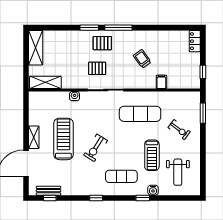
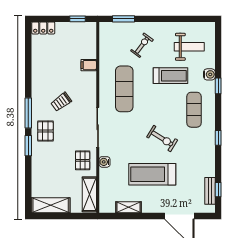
trolley: (142, 59) -> (61, 102), moved
pallet: (97, 68) -> (83, 160), moved
shelving: (34, 137) -> (129, 207), moved

